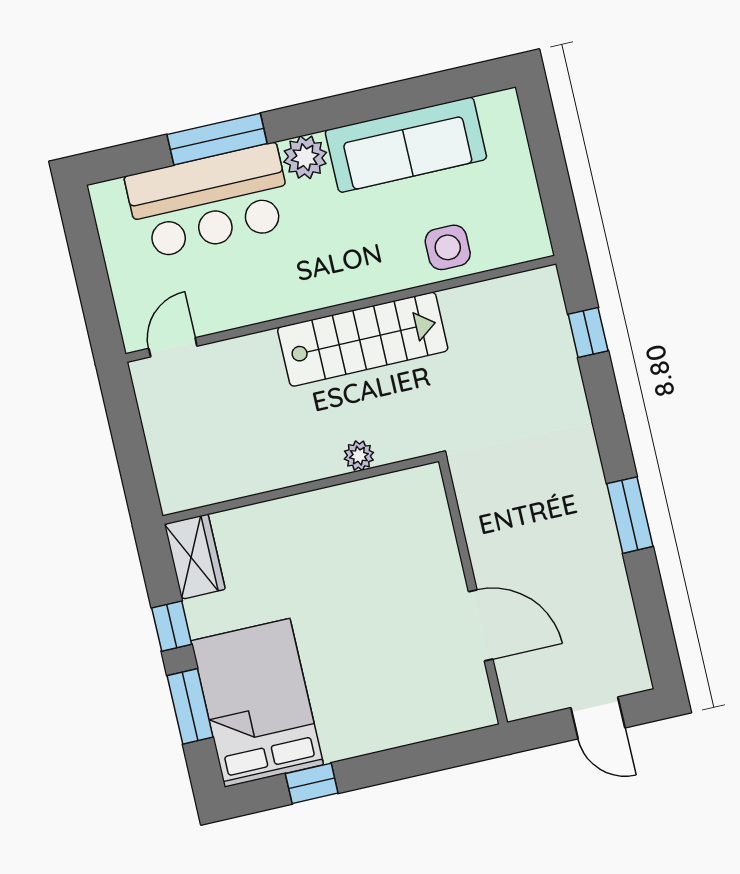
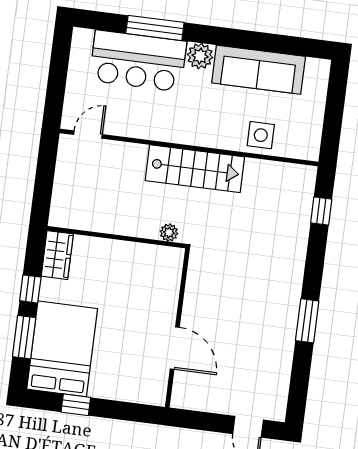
wall: (473, 592) -> (177, 328), moved
door: (481, 625) -> (175, 348), moved

